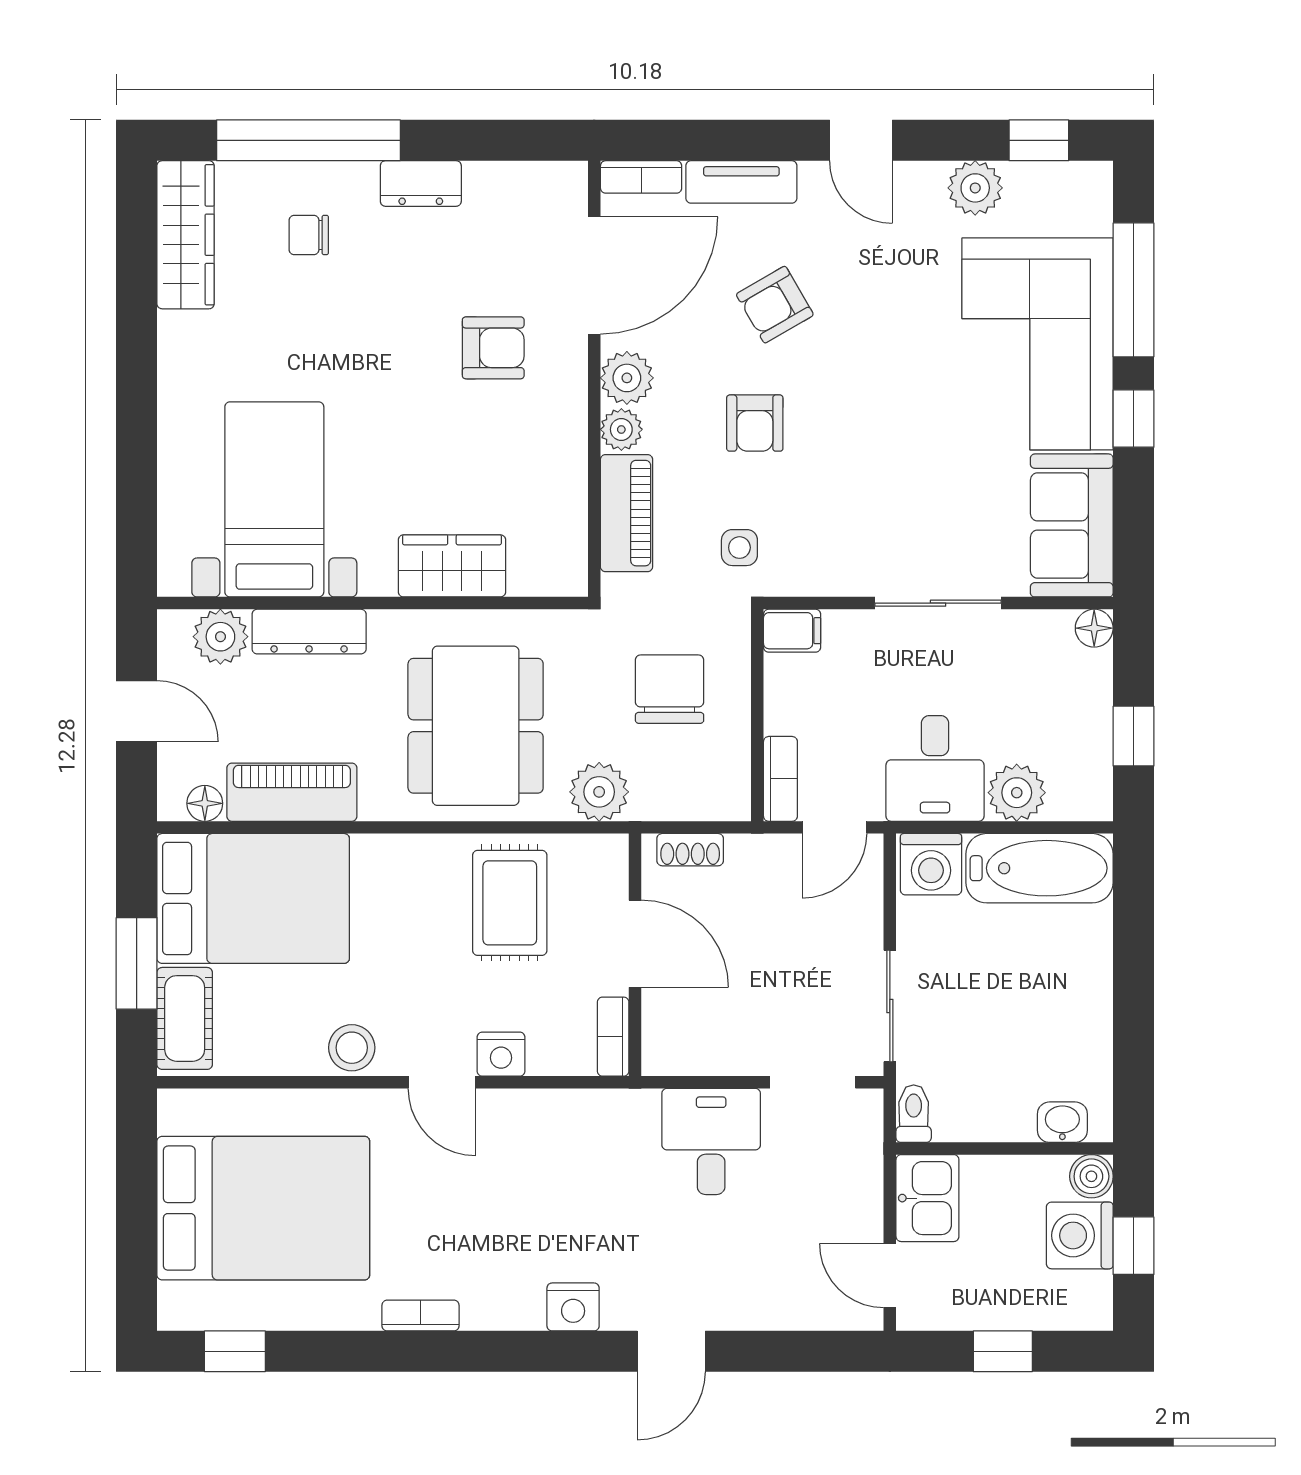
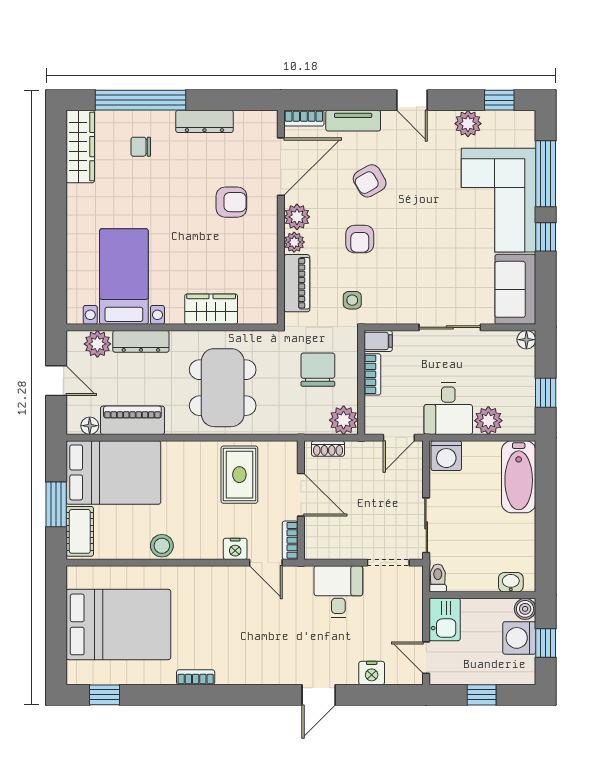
dresser: (421, 183) -> (204, 121), width x1.44
bookcase: (780, 779) -> (372, 374), moved
plant: (599, 792) -> (344, 420), moved
bathtub: (1039, 868) -> (519, 477), moved, turned 90
door: (442, 1082) -> (266, 563), moved
nightstand: (573, 1307) -> (372, 673), moved

